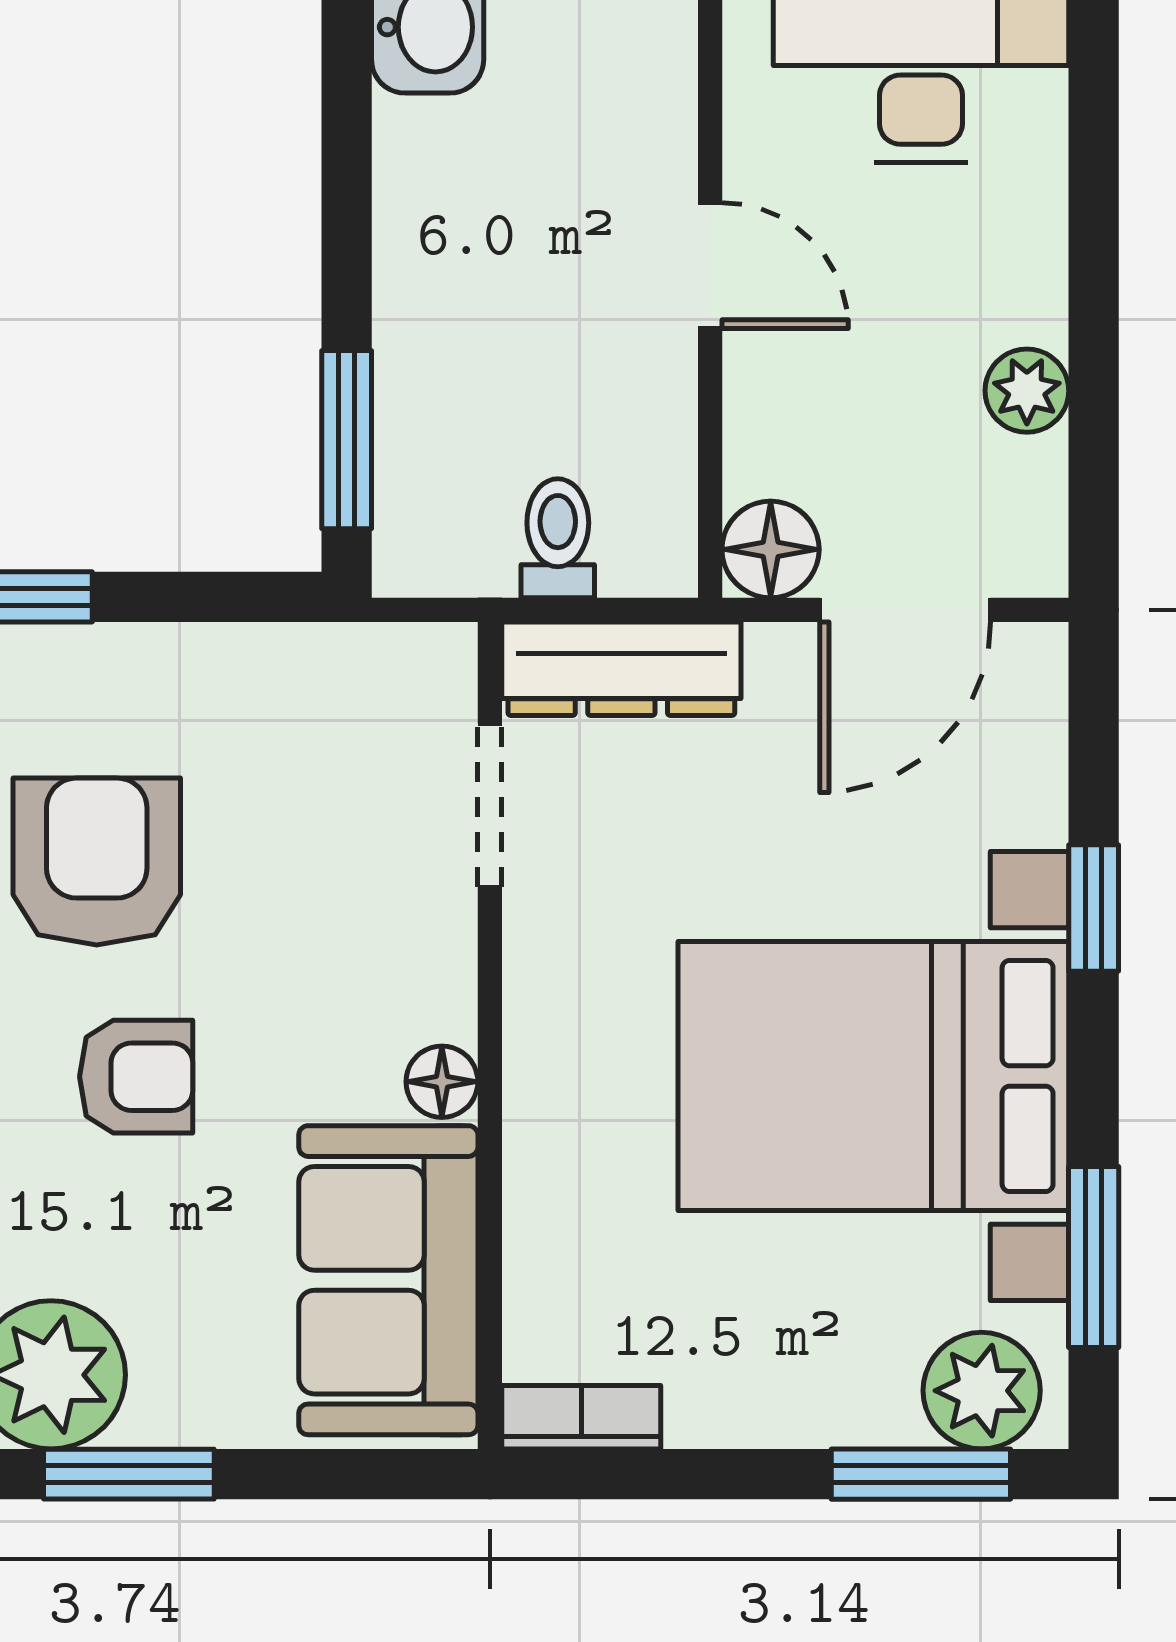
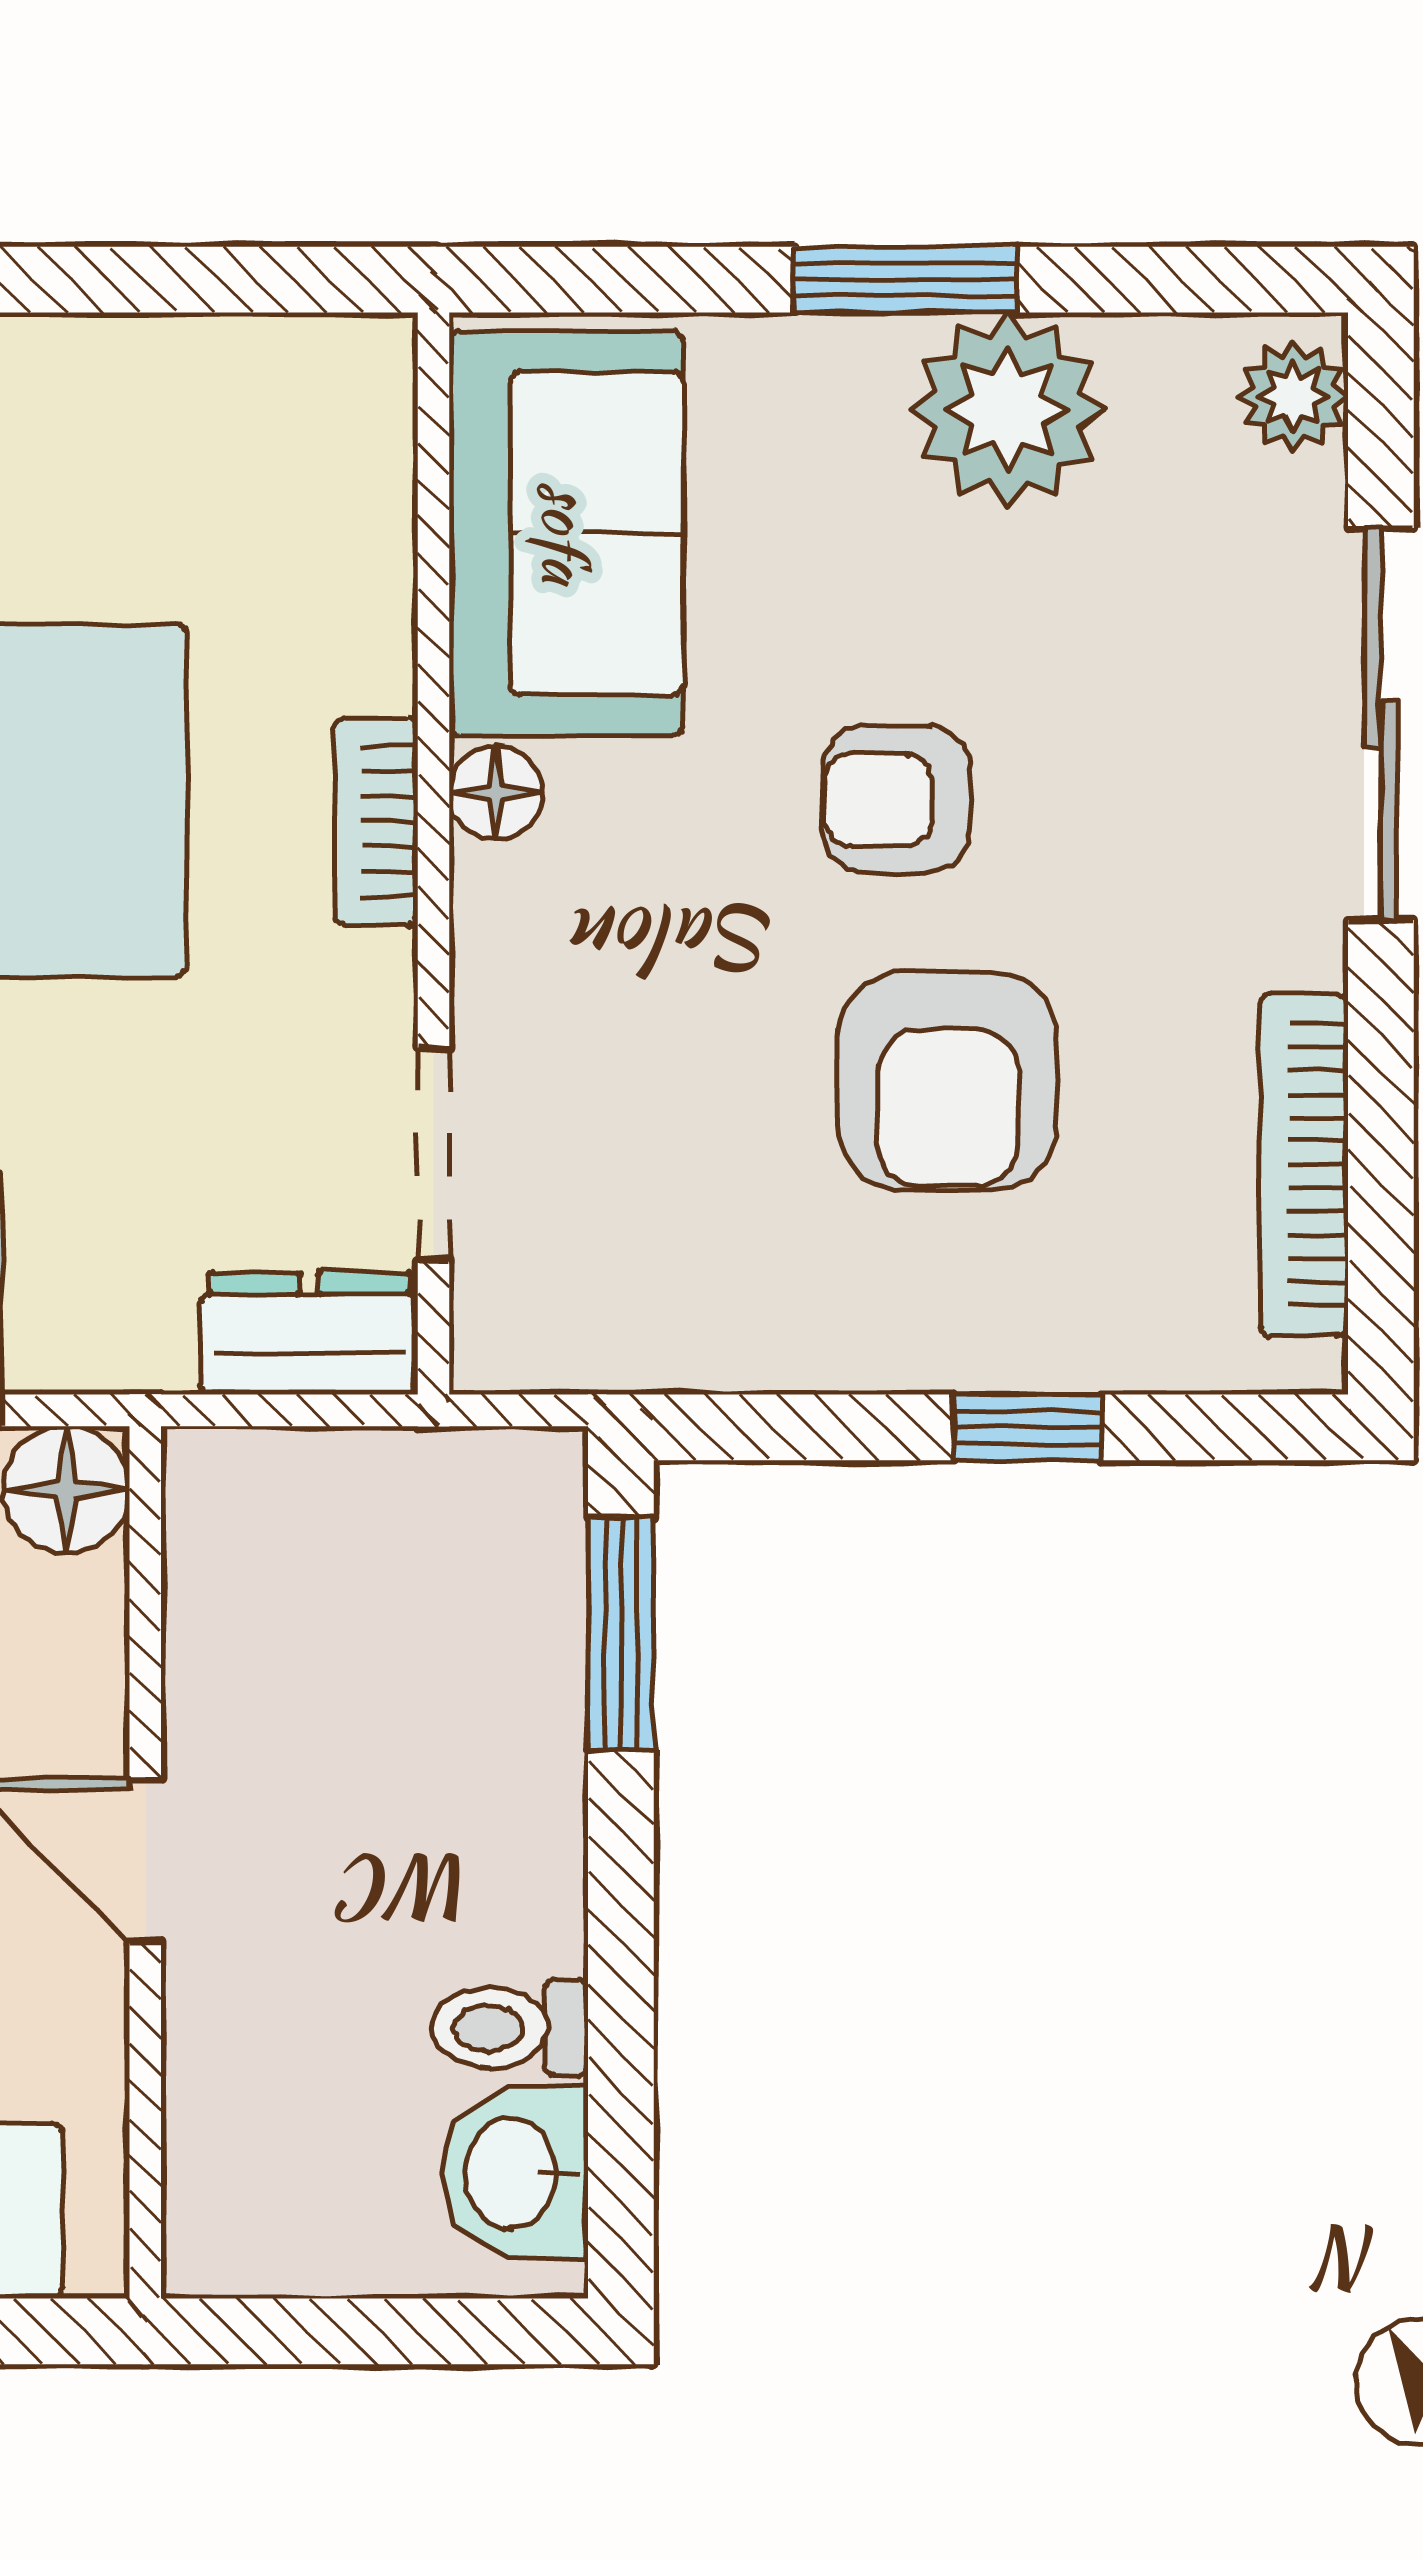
toilet: (558, 538) -> (510, 2028), moved, turned 90
dresser: (621, 669) -> (309, 1333), width x0.70
bookcase: (581, 1417) -> (376, 822), moved, turned 90

